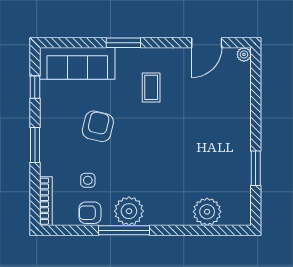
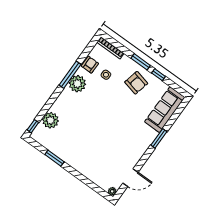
door: (207, 43) -> (130, 178), swing flipped
window: (35, 87) -> (158, 75), moved
coffee table: (151, 87) -> (128, 136), removed
armchair: (98, 126) -> (136, 83), moved
window: (233, 230) -> (33, 126), added

